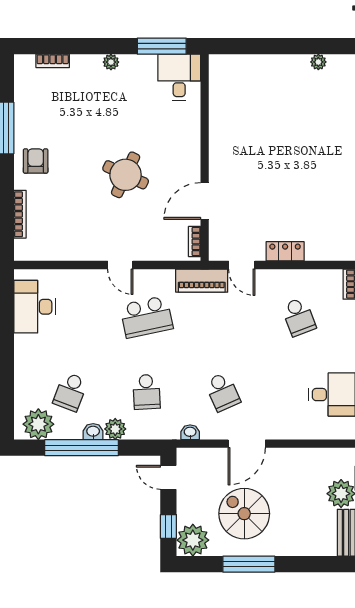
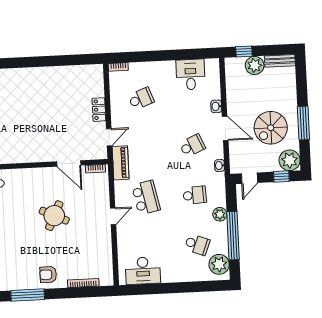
washbasin: (93, 432) -> (216, 106), moved

